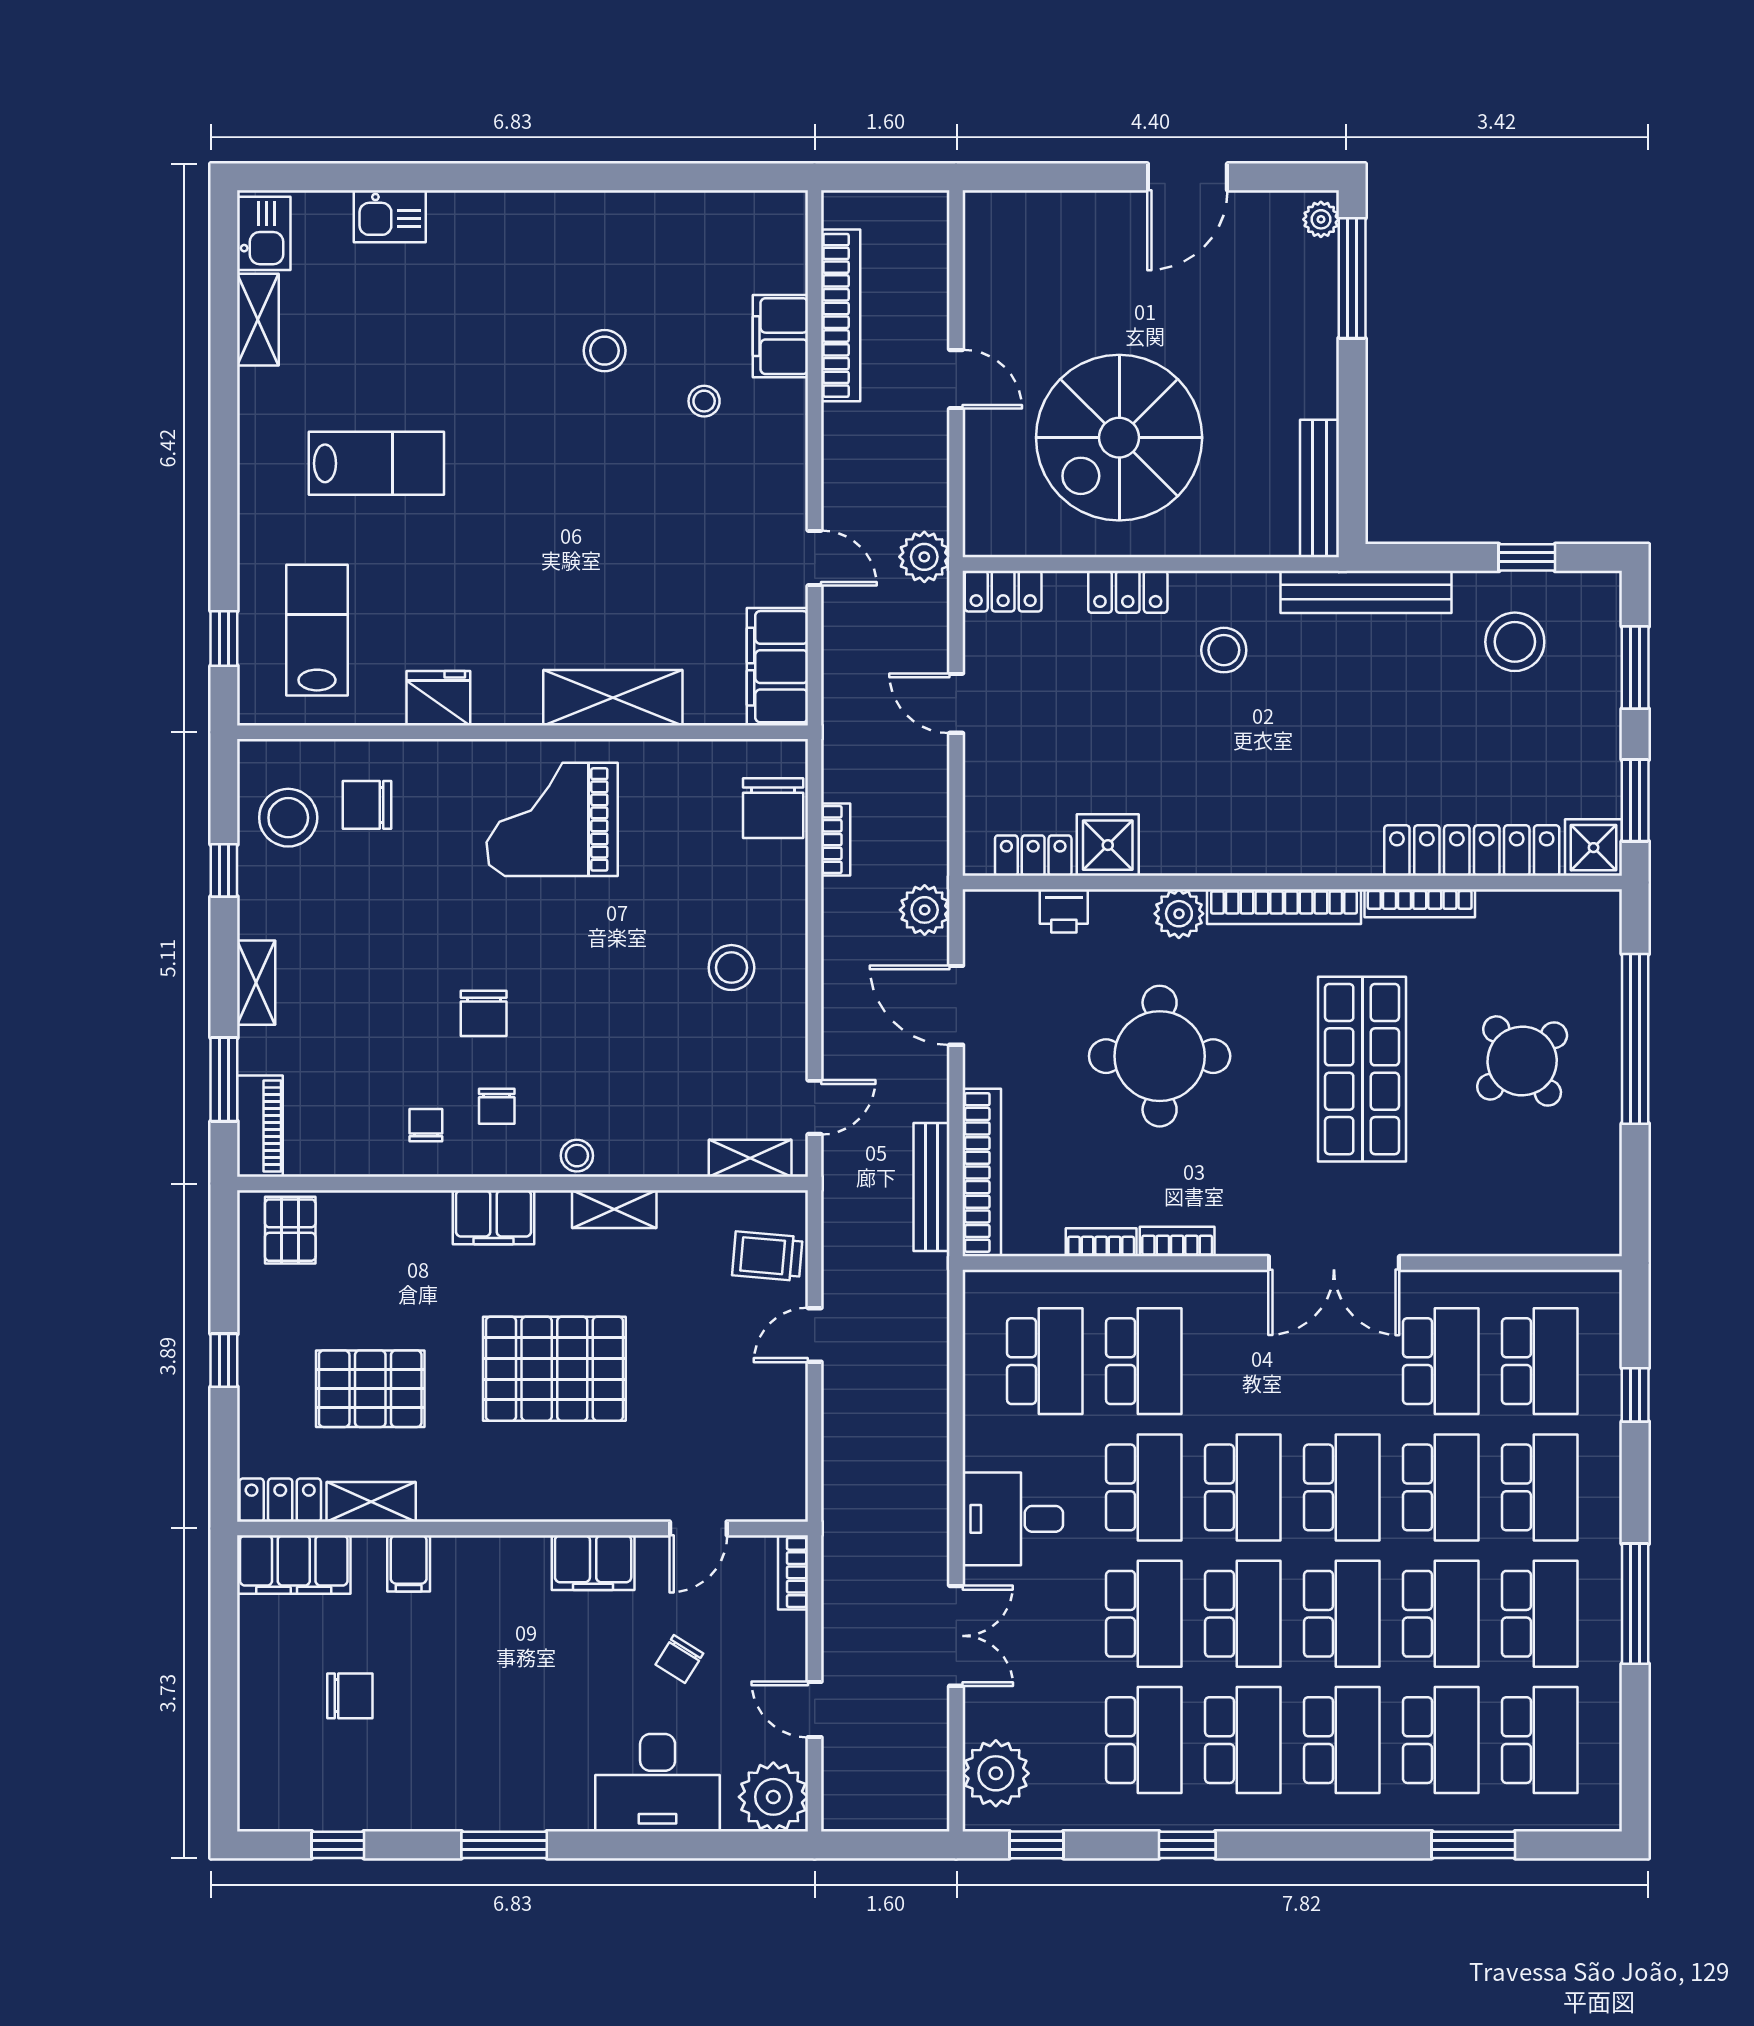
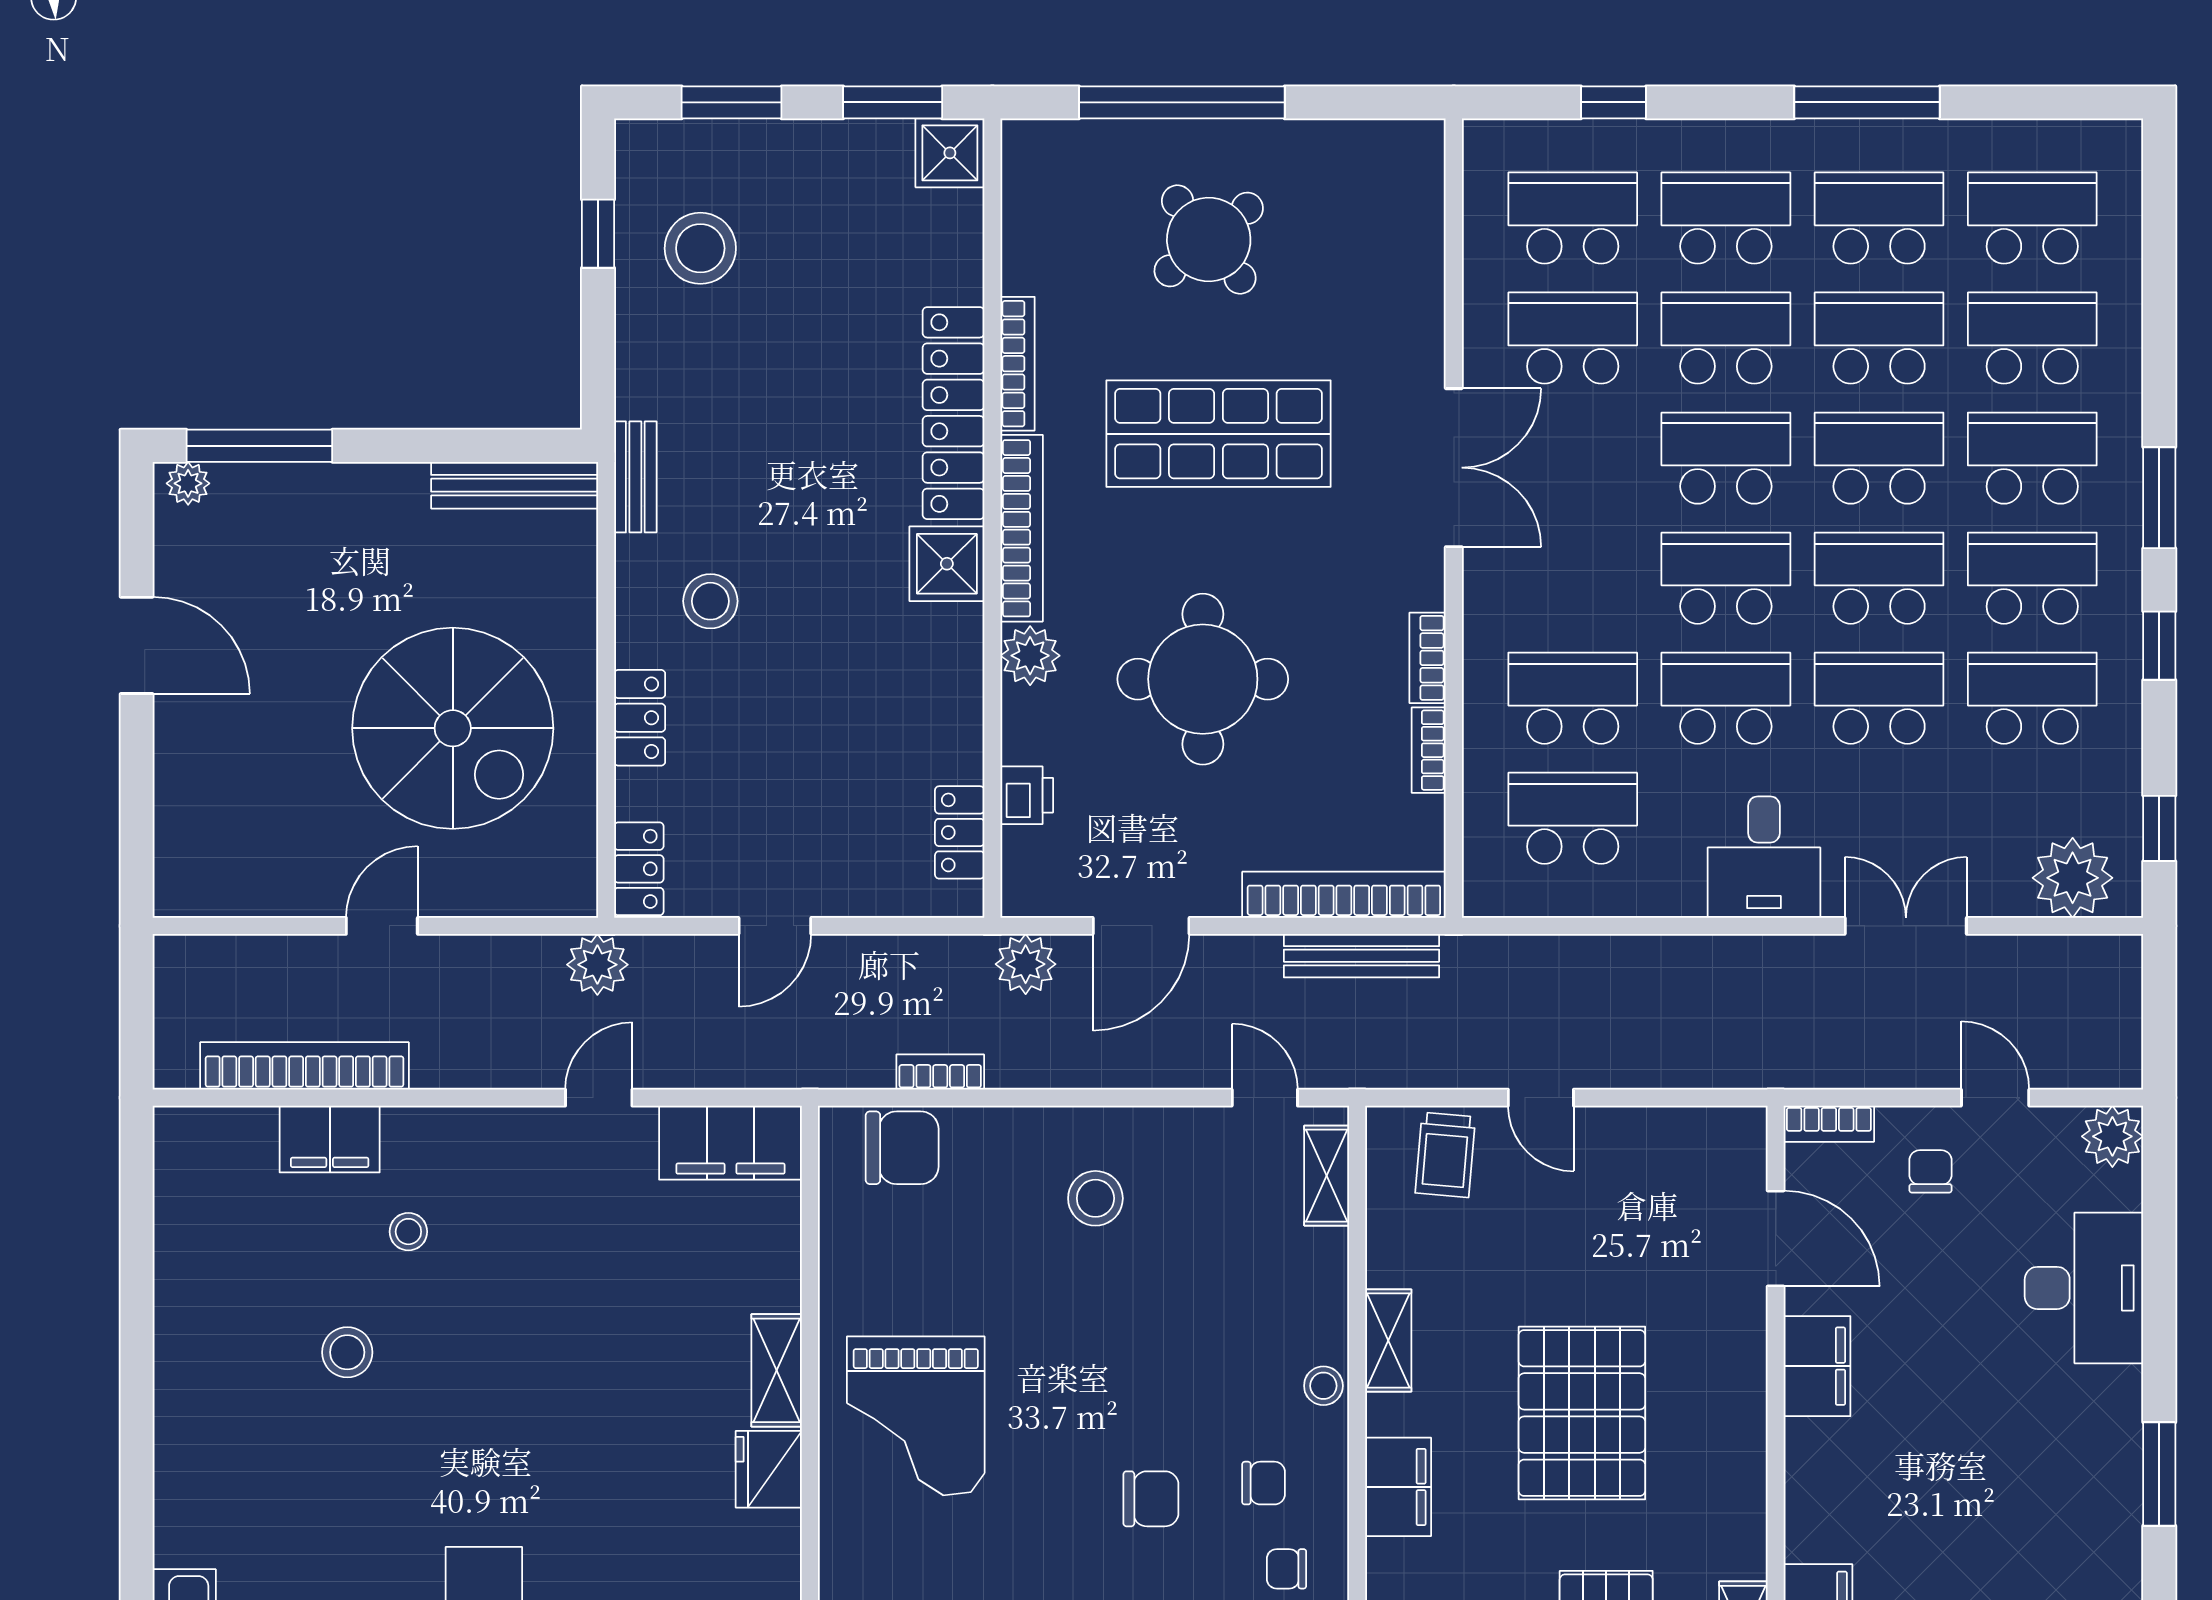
bench: (1366, 592) -> (635, 477), width x0.54, depth x0.82
fridge: (438, 698) -> (769, 1469), moved
shelving: (613, 698) -> (777, 1370), width x0.67, depth x0.75
shower: (1108, 845) -> (947, 564), moved
locker: (1472, 851) -> (953, 413), moved
door: (698, 1528) -> (1776, 1239), width x1.38
chair: (679, 1659) -> (1930, 1171), moved, turned -122
door: (815, 1709) -> (1995, 1098), swing flipped
plant: (773, 1797) -> (2112, 1136), width x0.73, depth x0.73
window: (1473, 1845) -> (2159, 498), moved

